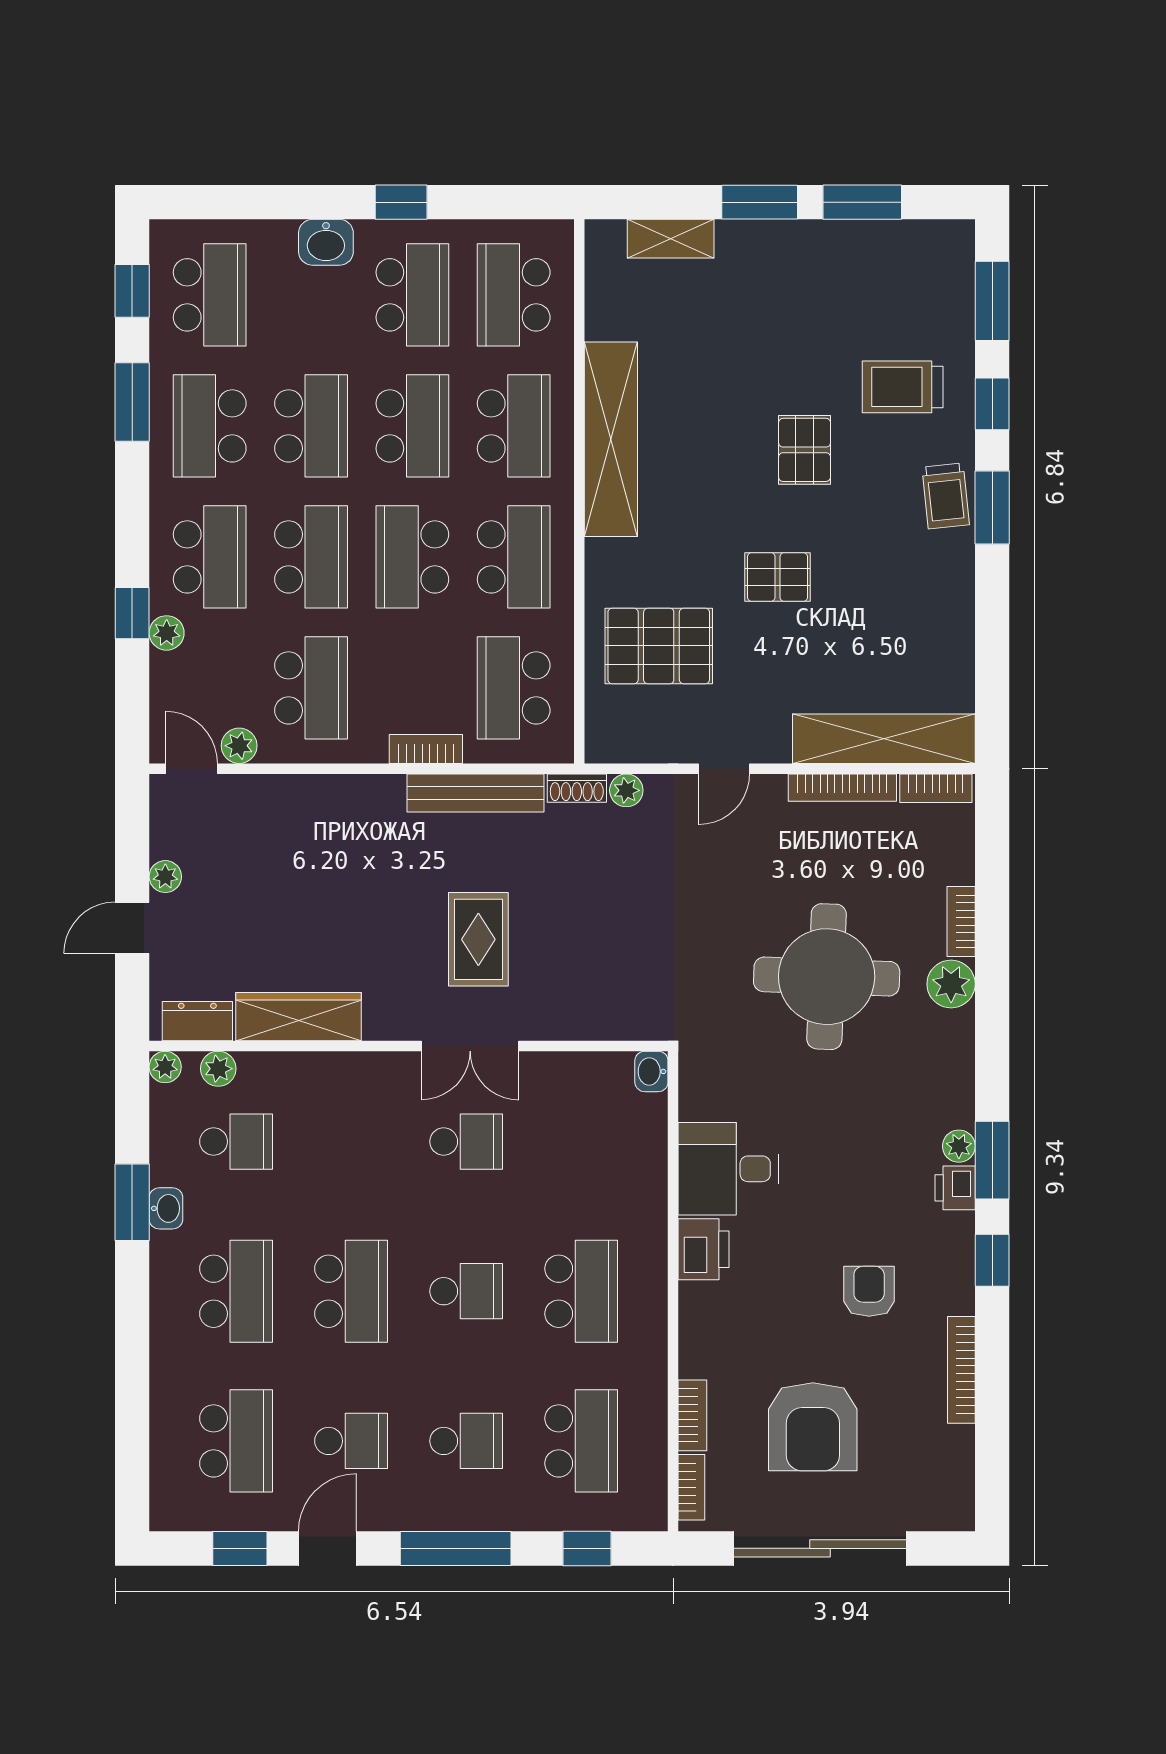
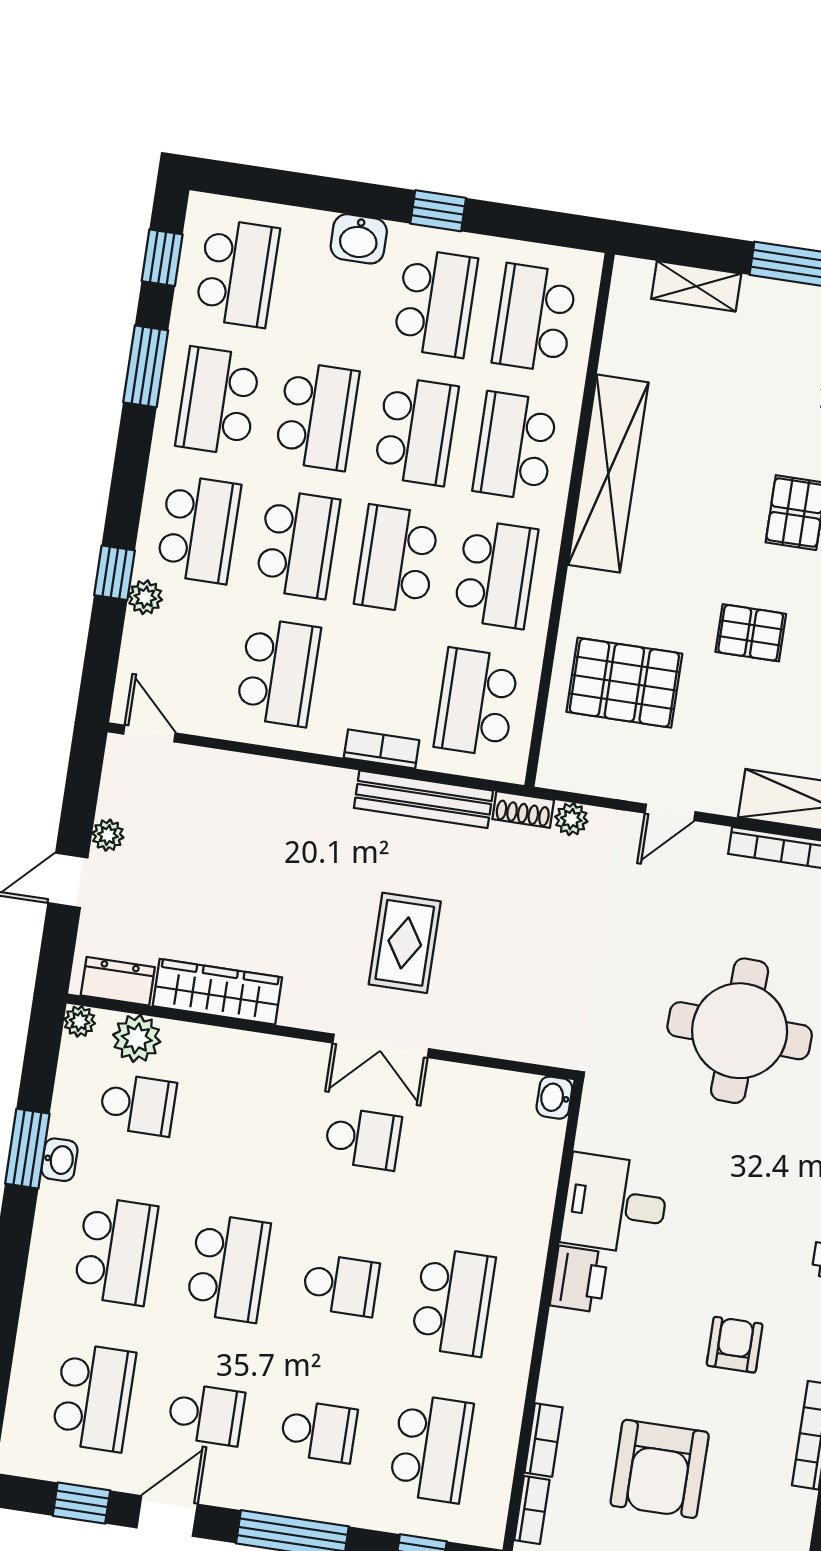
school desk: (514, 426) -> (515, 446), turned 180
plant: (239, 746) -> (199, 718), removed
plant: (218, 1069) -> (137, 1038), width x1.38, depth x1.38

